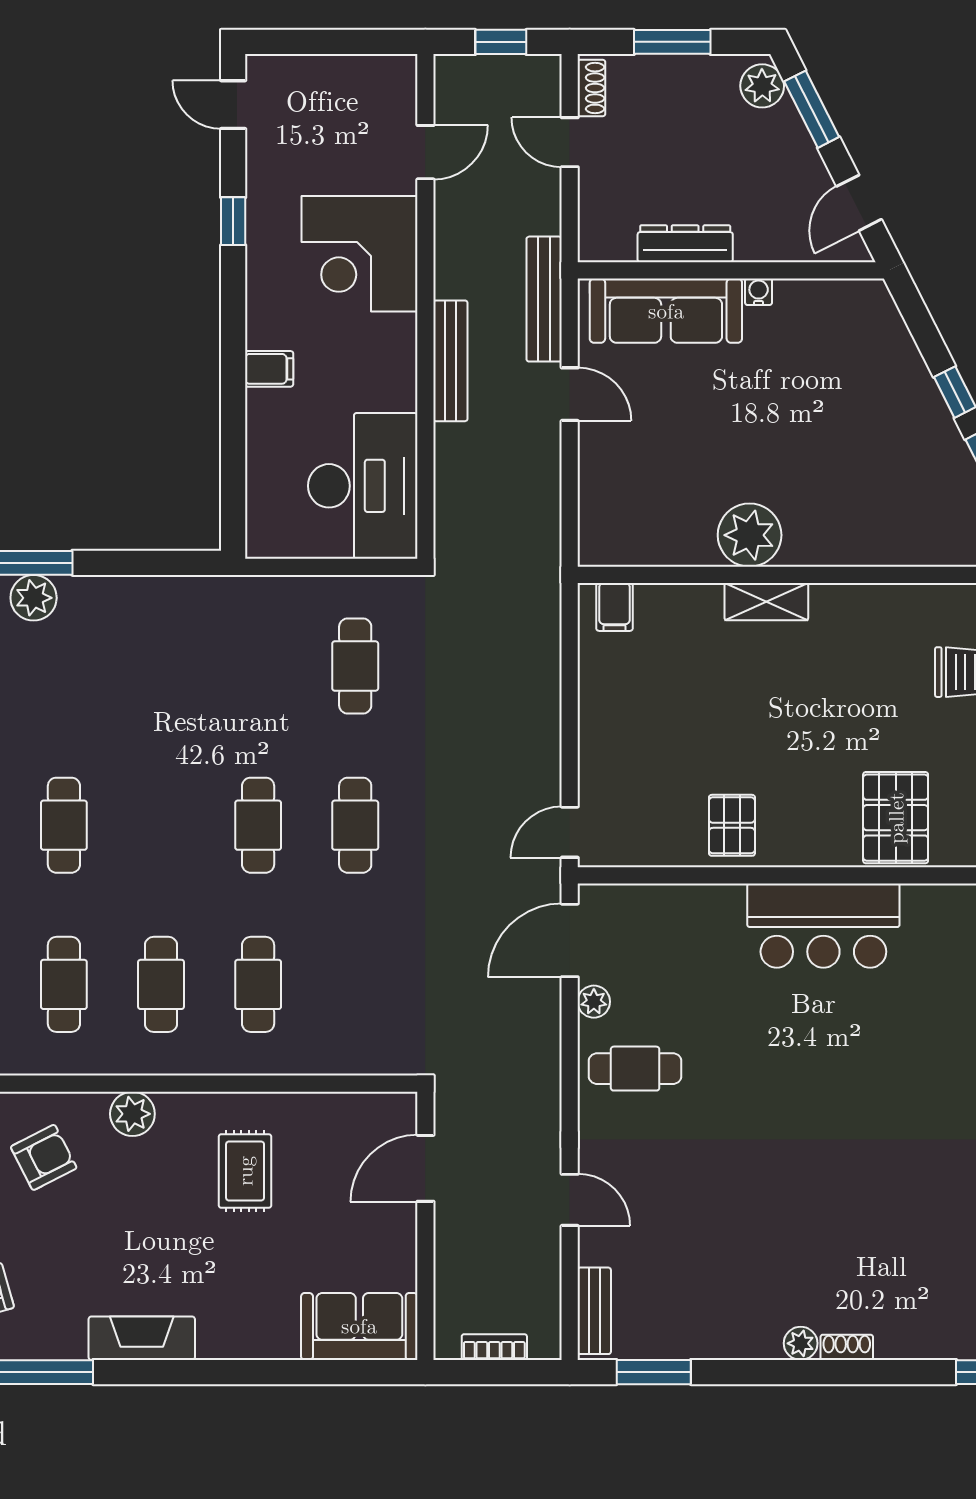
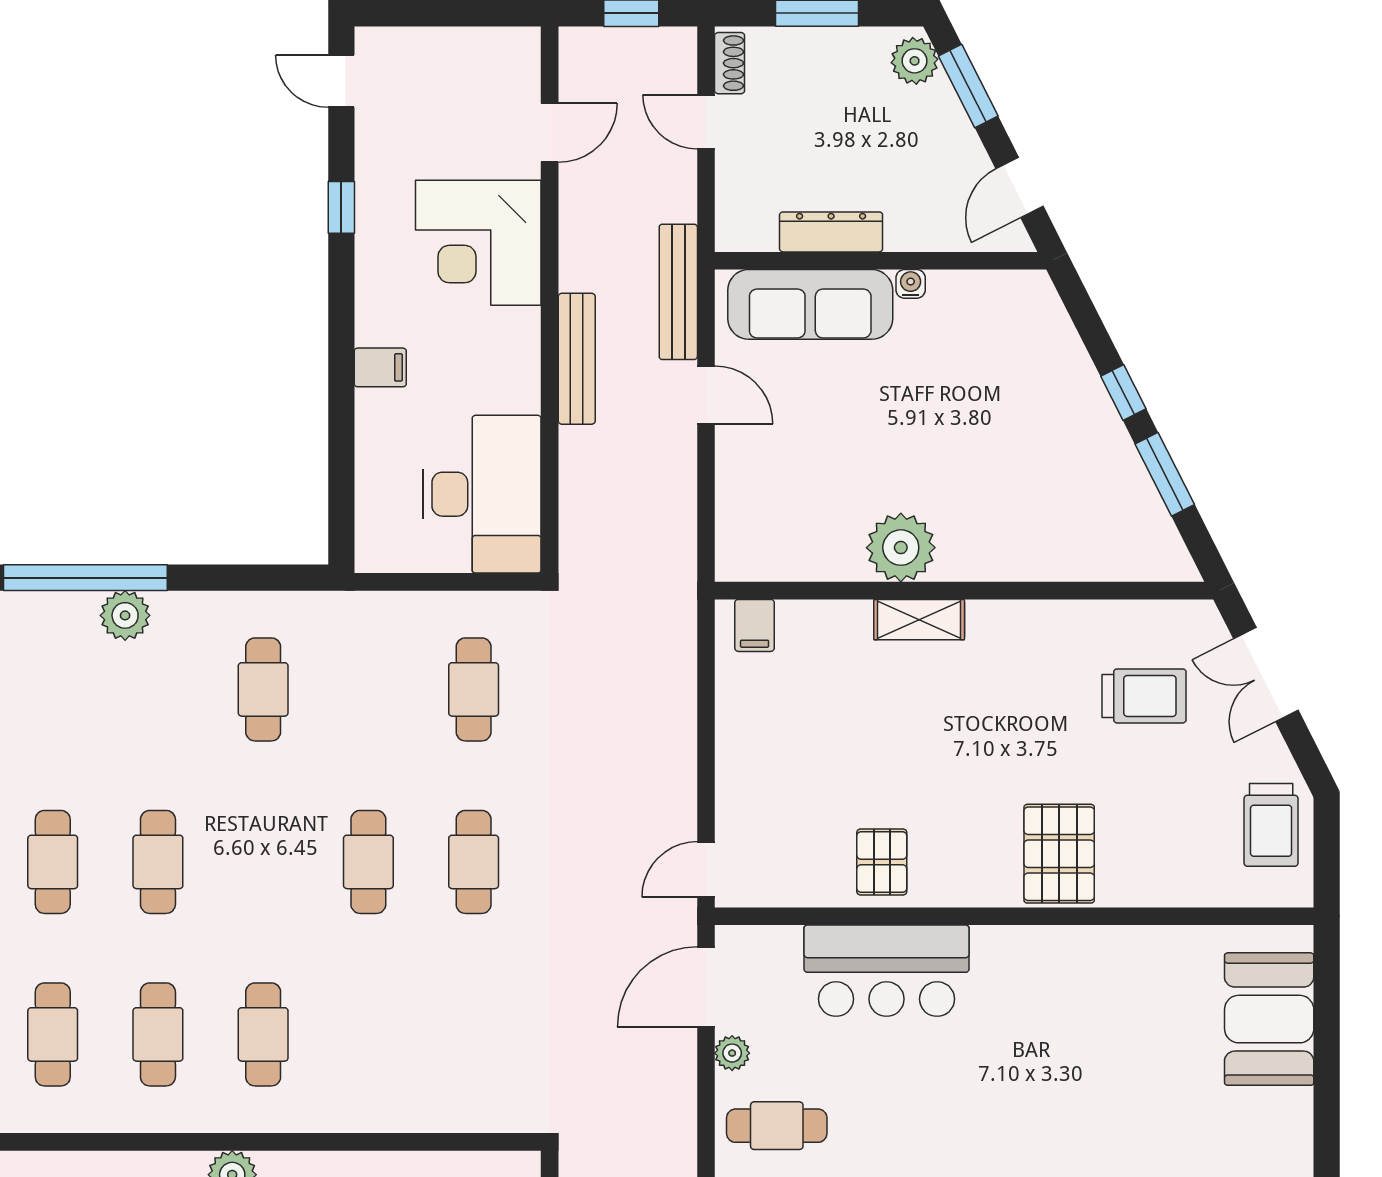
bar counter: (823, 926) -> (887, 971), moved
cafe table: (258, 984) -> (263, 689), moved

